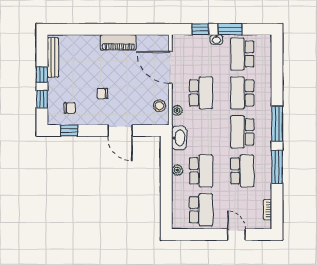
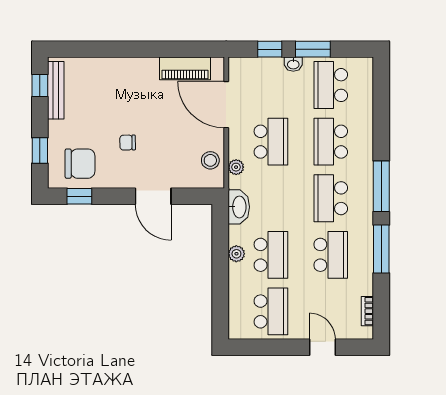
piano: (118, 42) -> (185, 68), moved
window: (42, 75) -> (40, 86), moved
chair: (70, 108) -> (80, 164), width x1.87, depth x1.87

